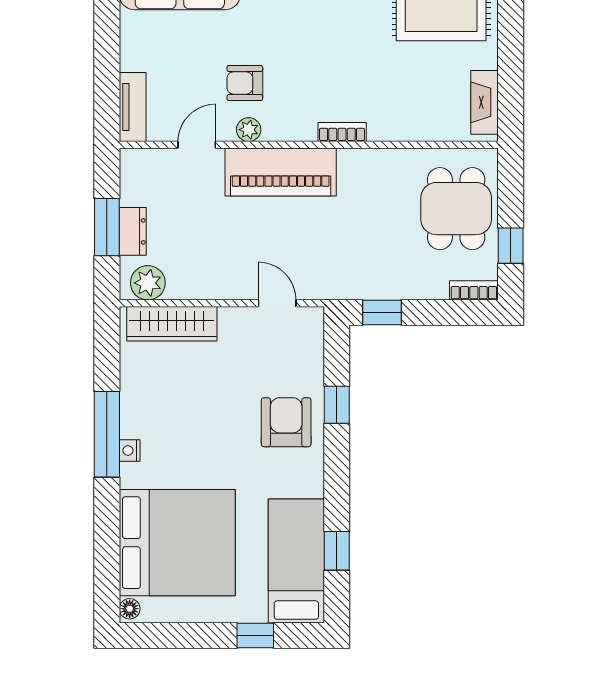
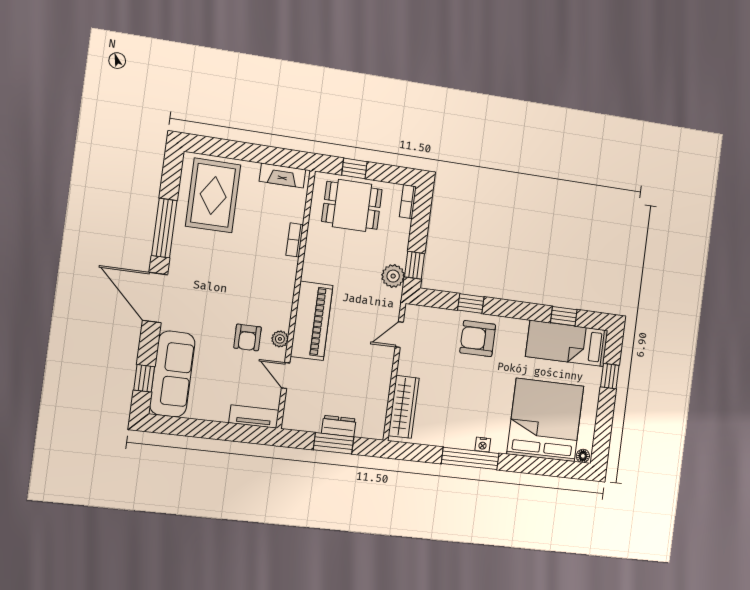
bookcase: (342, 132) -> (295, 240), moved
window: (511, 246) -> (354, 168), moved
plant: (148, 283) -> (393, 276), moved

